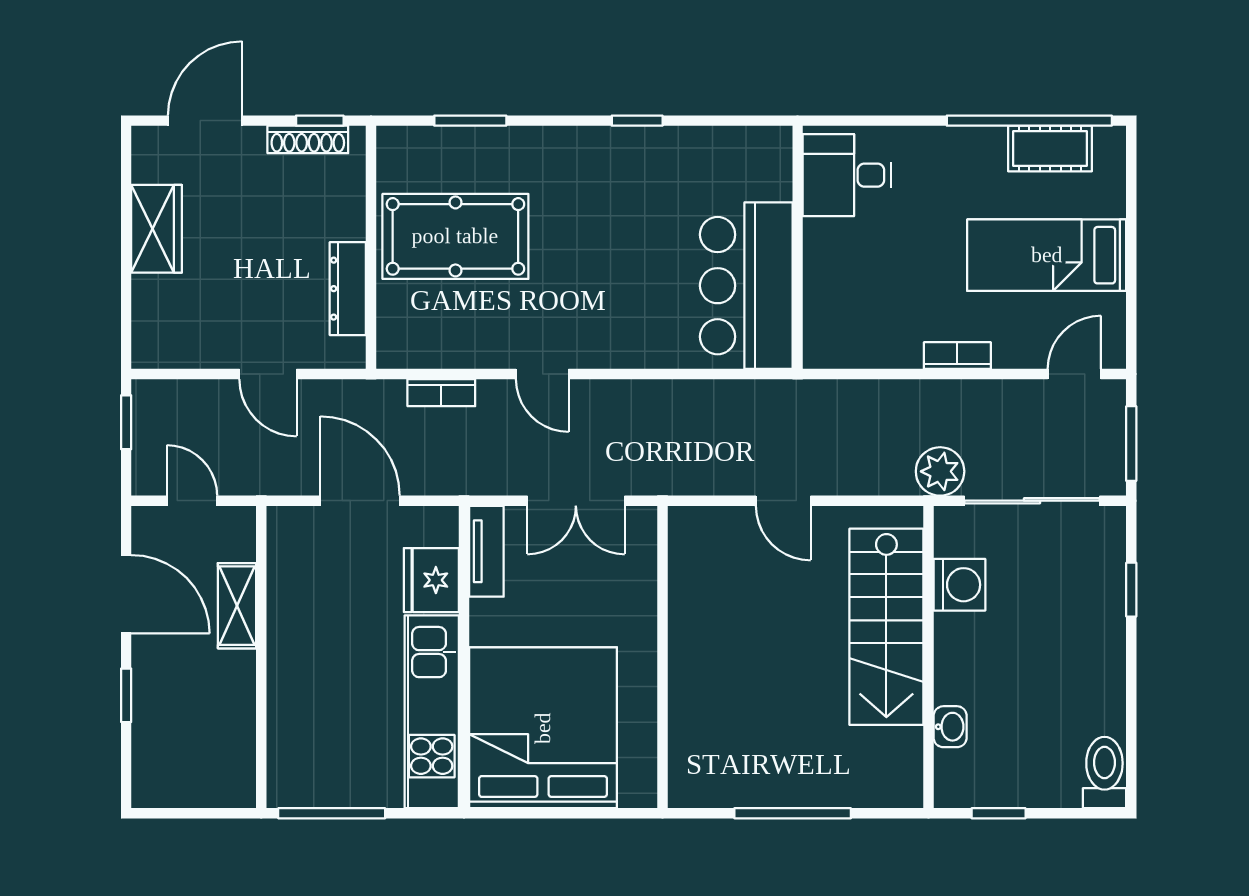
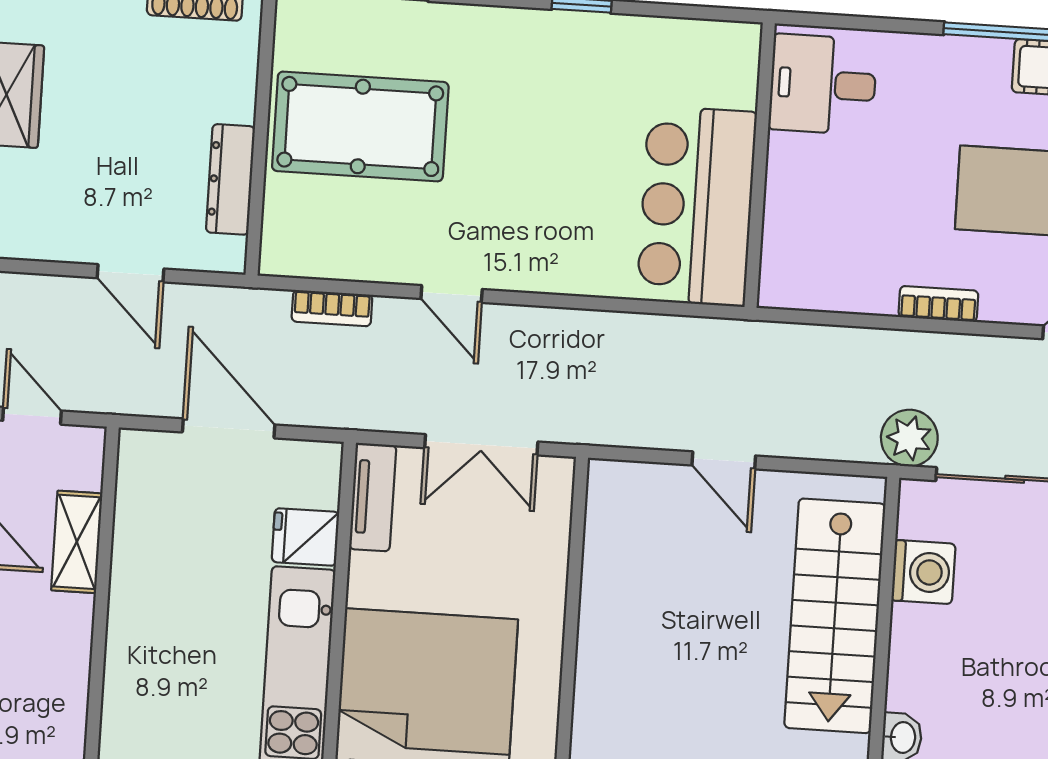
fridge: (431, 580) -> (305, 537), width x0.72

